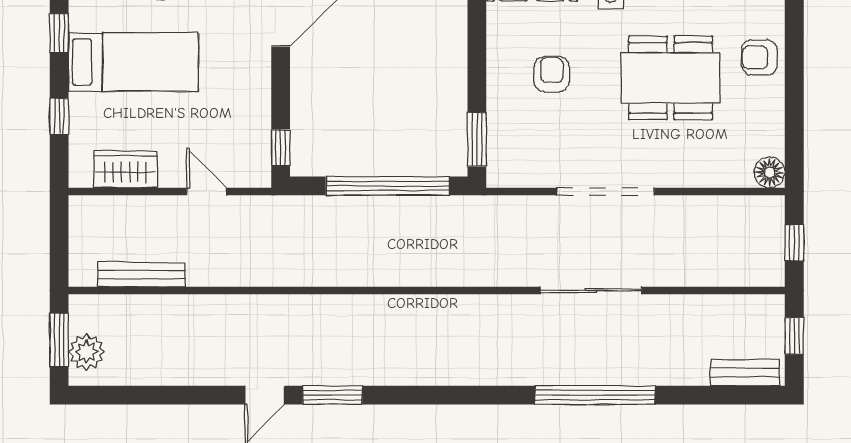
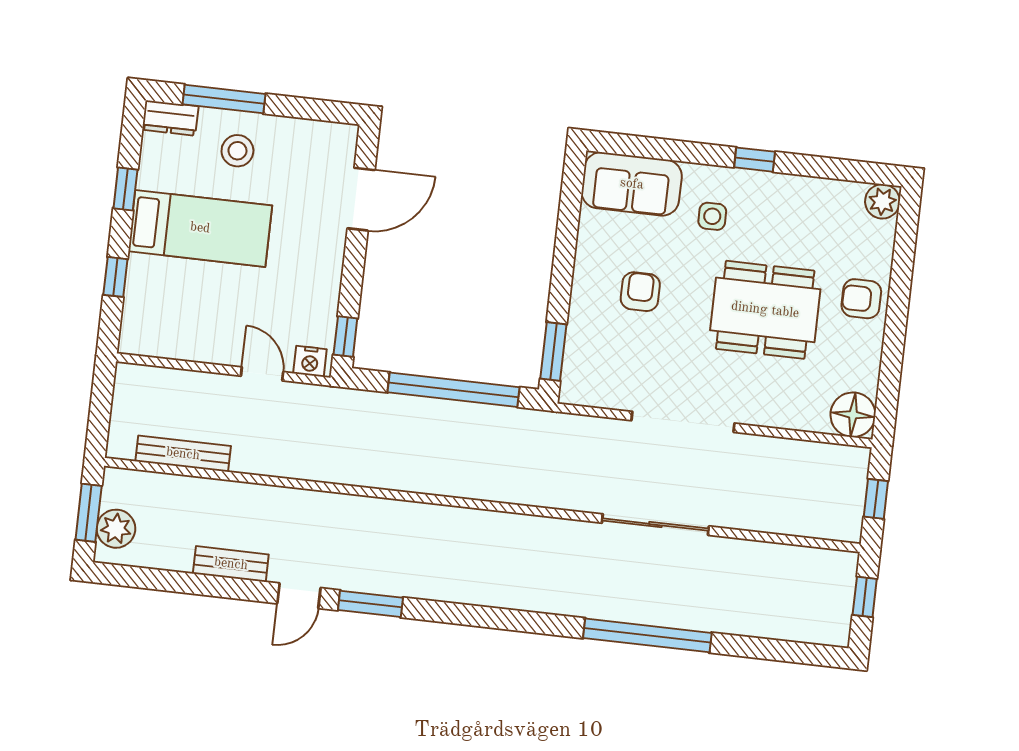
wardrobe: (126, 169) -> (179, 341), removed
floor lamp: (770, 172) -> (853, 415), width x1.38, depth x1.38
nightstand: (250, 175) -> (310, 361), added
bench: (745, 373) -> (231, 564), moved

